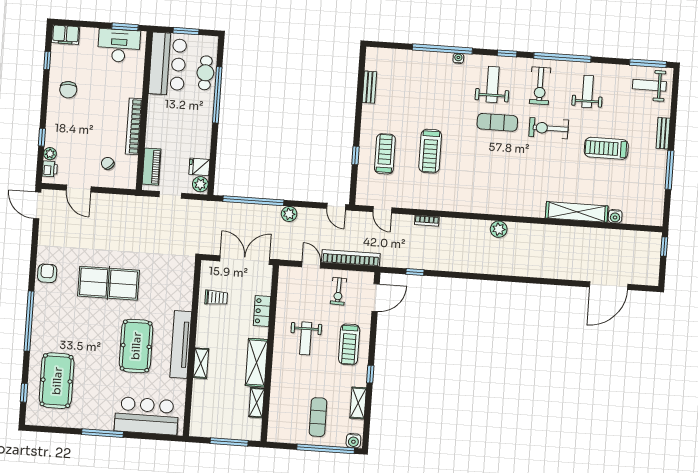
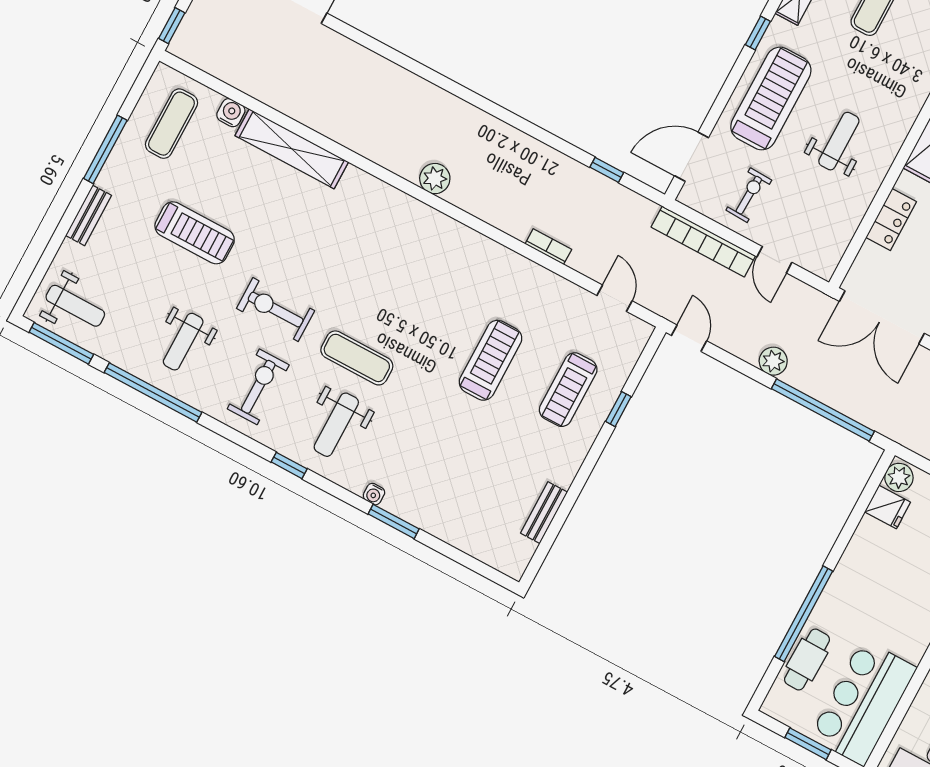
window: (442, 49) -> (394, 521), width x0.47
window: (562, 57) -> (153, 392), moved
exercise bike: (549, 128) -> (276, 310), turned 180
exercise mat: (642, 198) -> (171, 124), added
treadmill: (349, 344) -> (771, 99), width x1.37, depth x1.38

